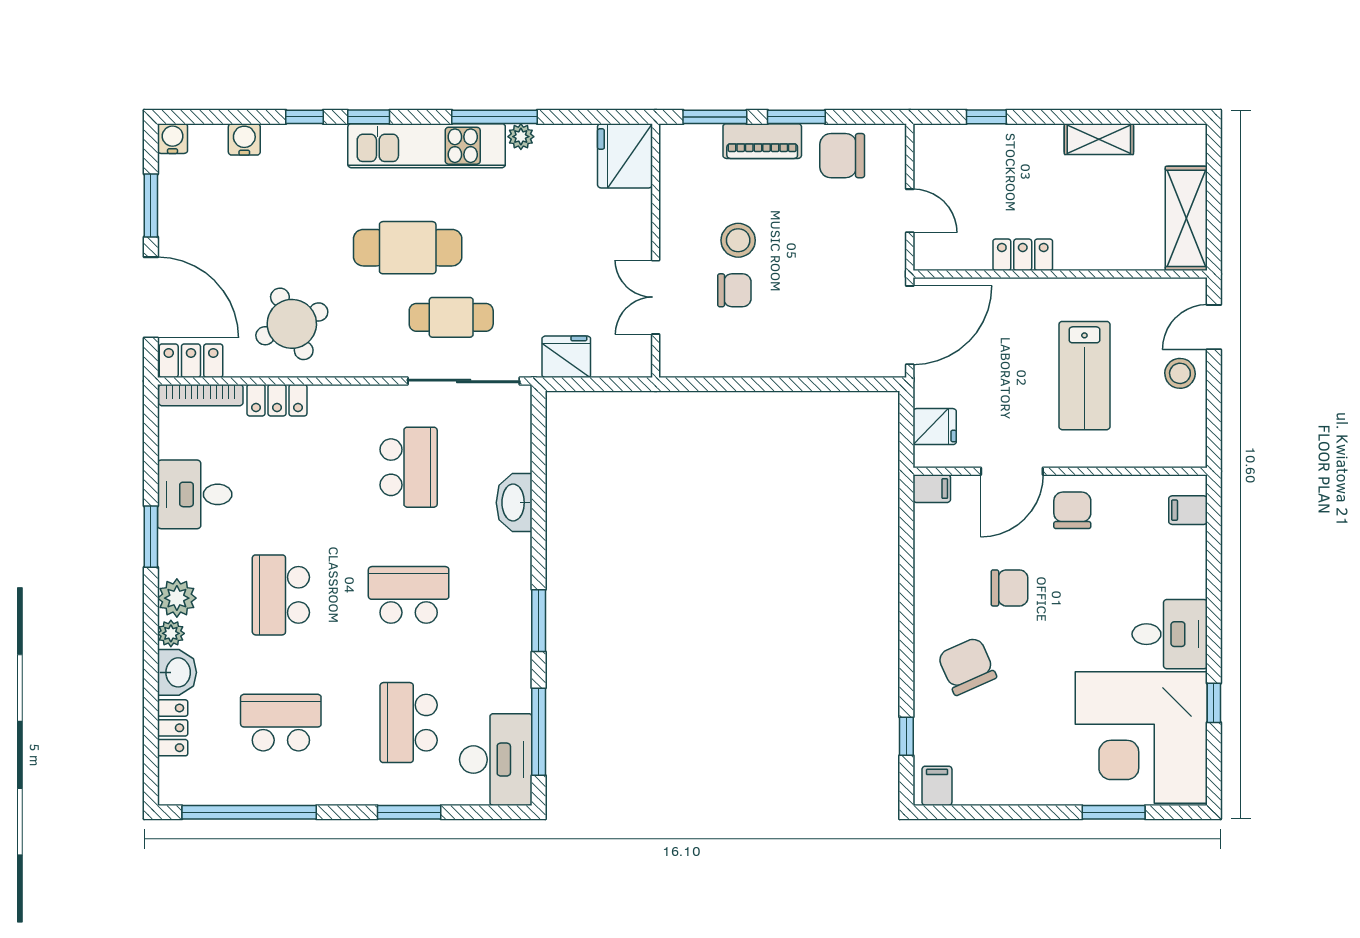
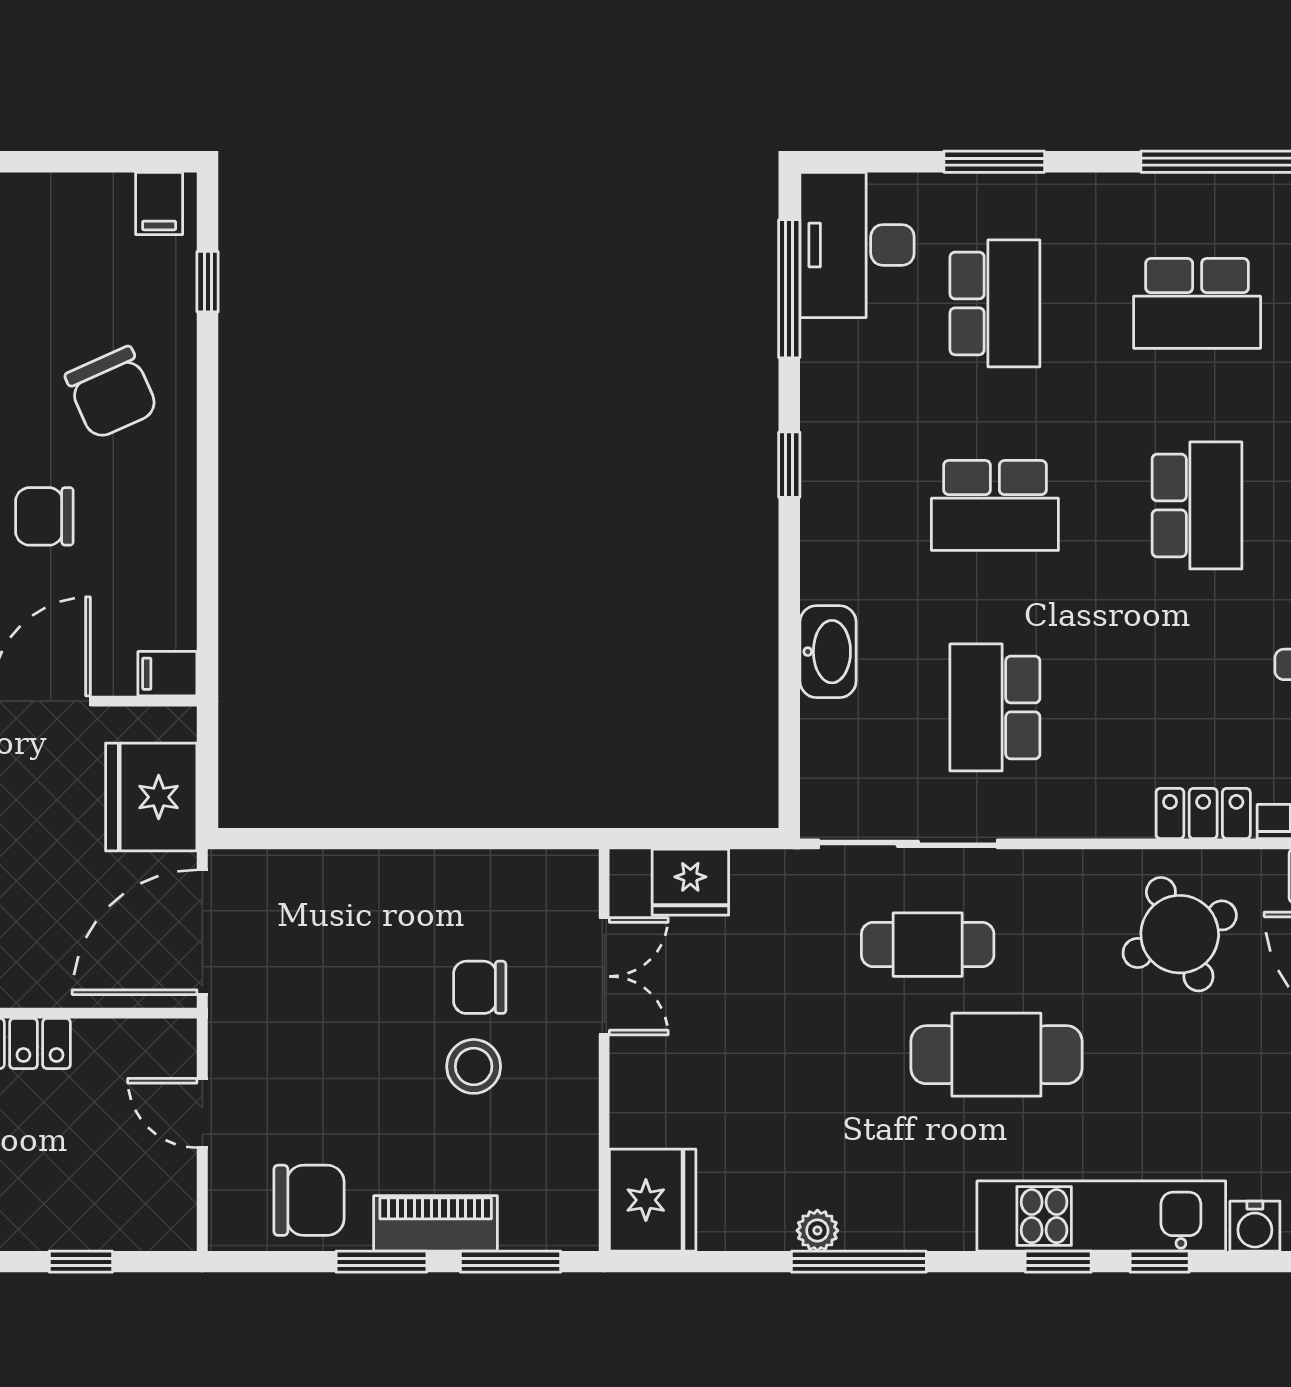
kitchen unit: (427, 146) -> (1101, 1216), moved
fridge: (566, 357) -> (690, 882), moved
fridge: (935, 427) -> (151, 797), width x1.88, depth x1.34
window: (539, 621) -> (789, 465), width x0.67

